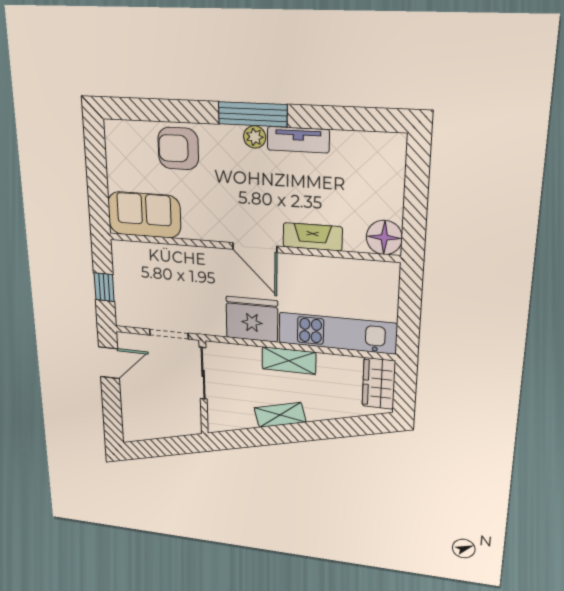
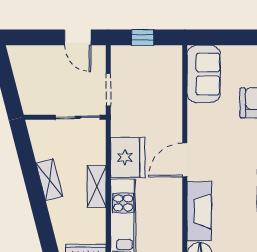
fireplace: (313, 237) -> (199, 211), width x1.37, depth x1.32

